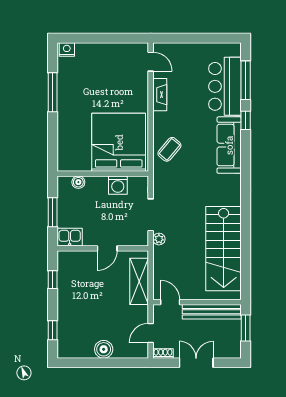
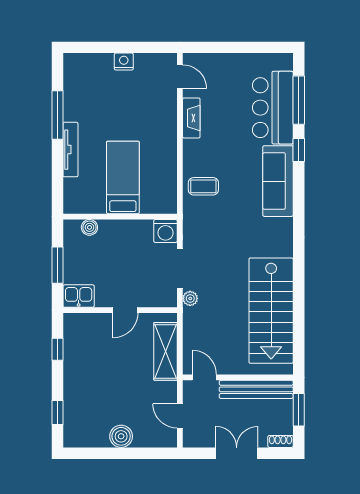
nightstand: (67, 50) -> (124, 62), moved
tv unit: (63, 120) -> (70, 150), added
bed: (119, 142) -> (123, 177), width x0.49
coffee table: (169, 149) -> (203, 186), turned 50
washing machine: (118, 185) -> (166, 231), moved
door: (151, 333) -> (180, 416), hinge flipped
shoe rack: (163, 353) -> (281, 441), moved

